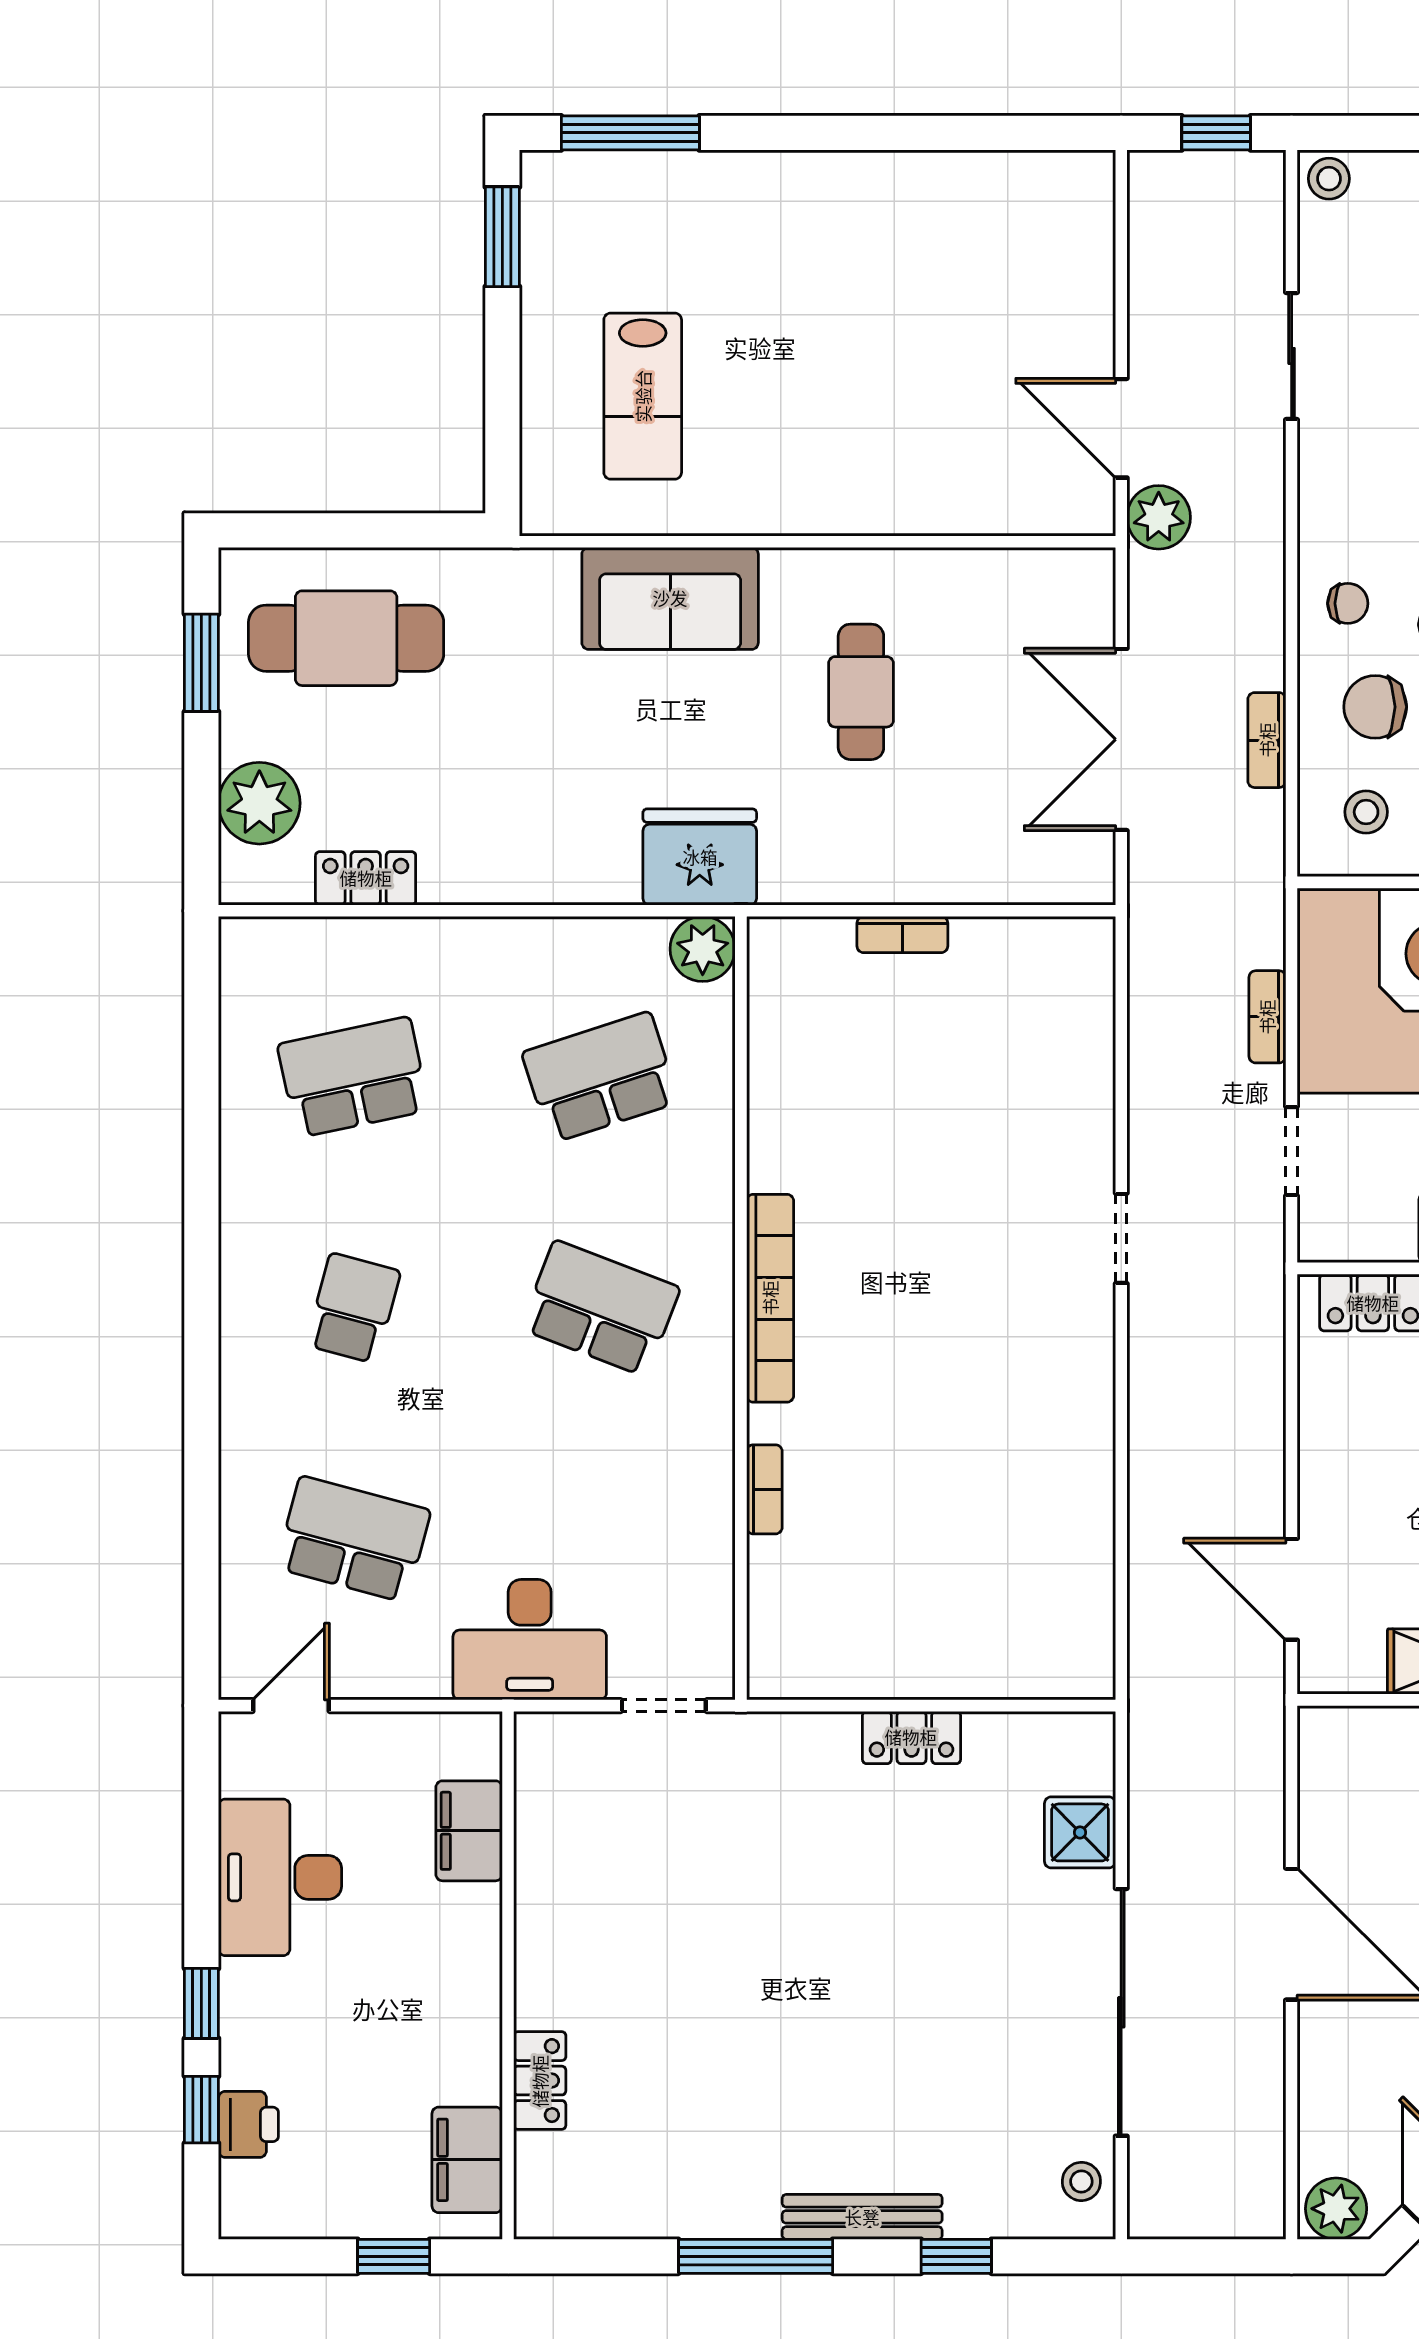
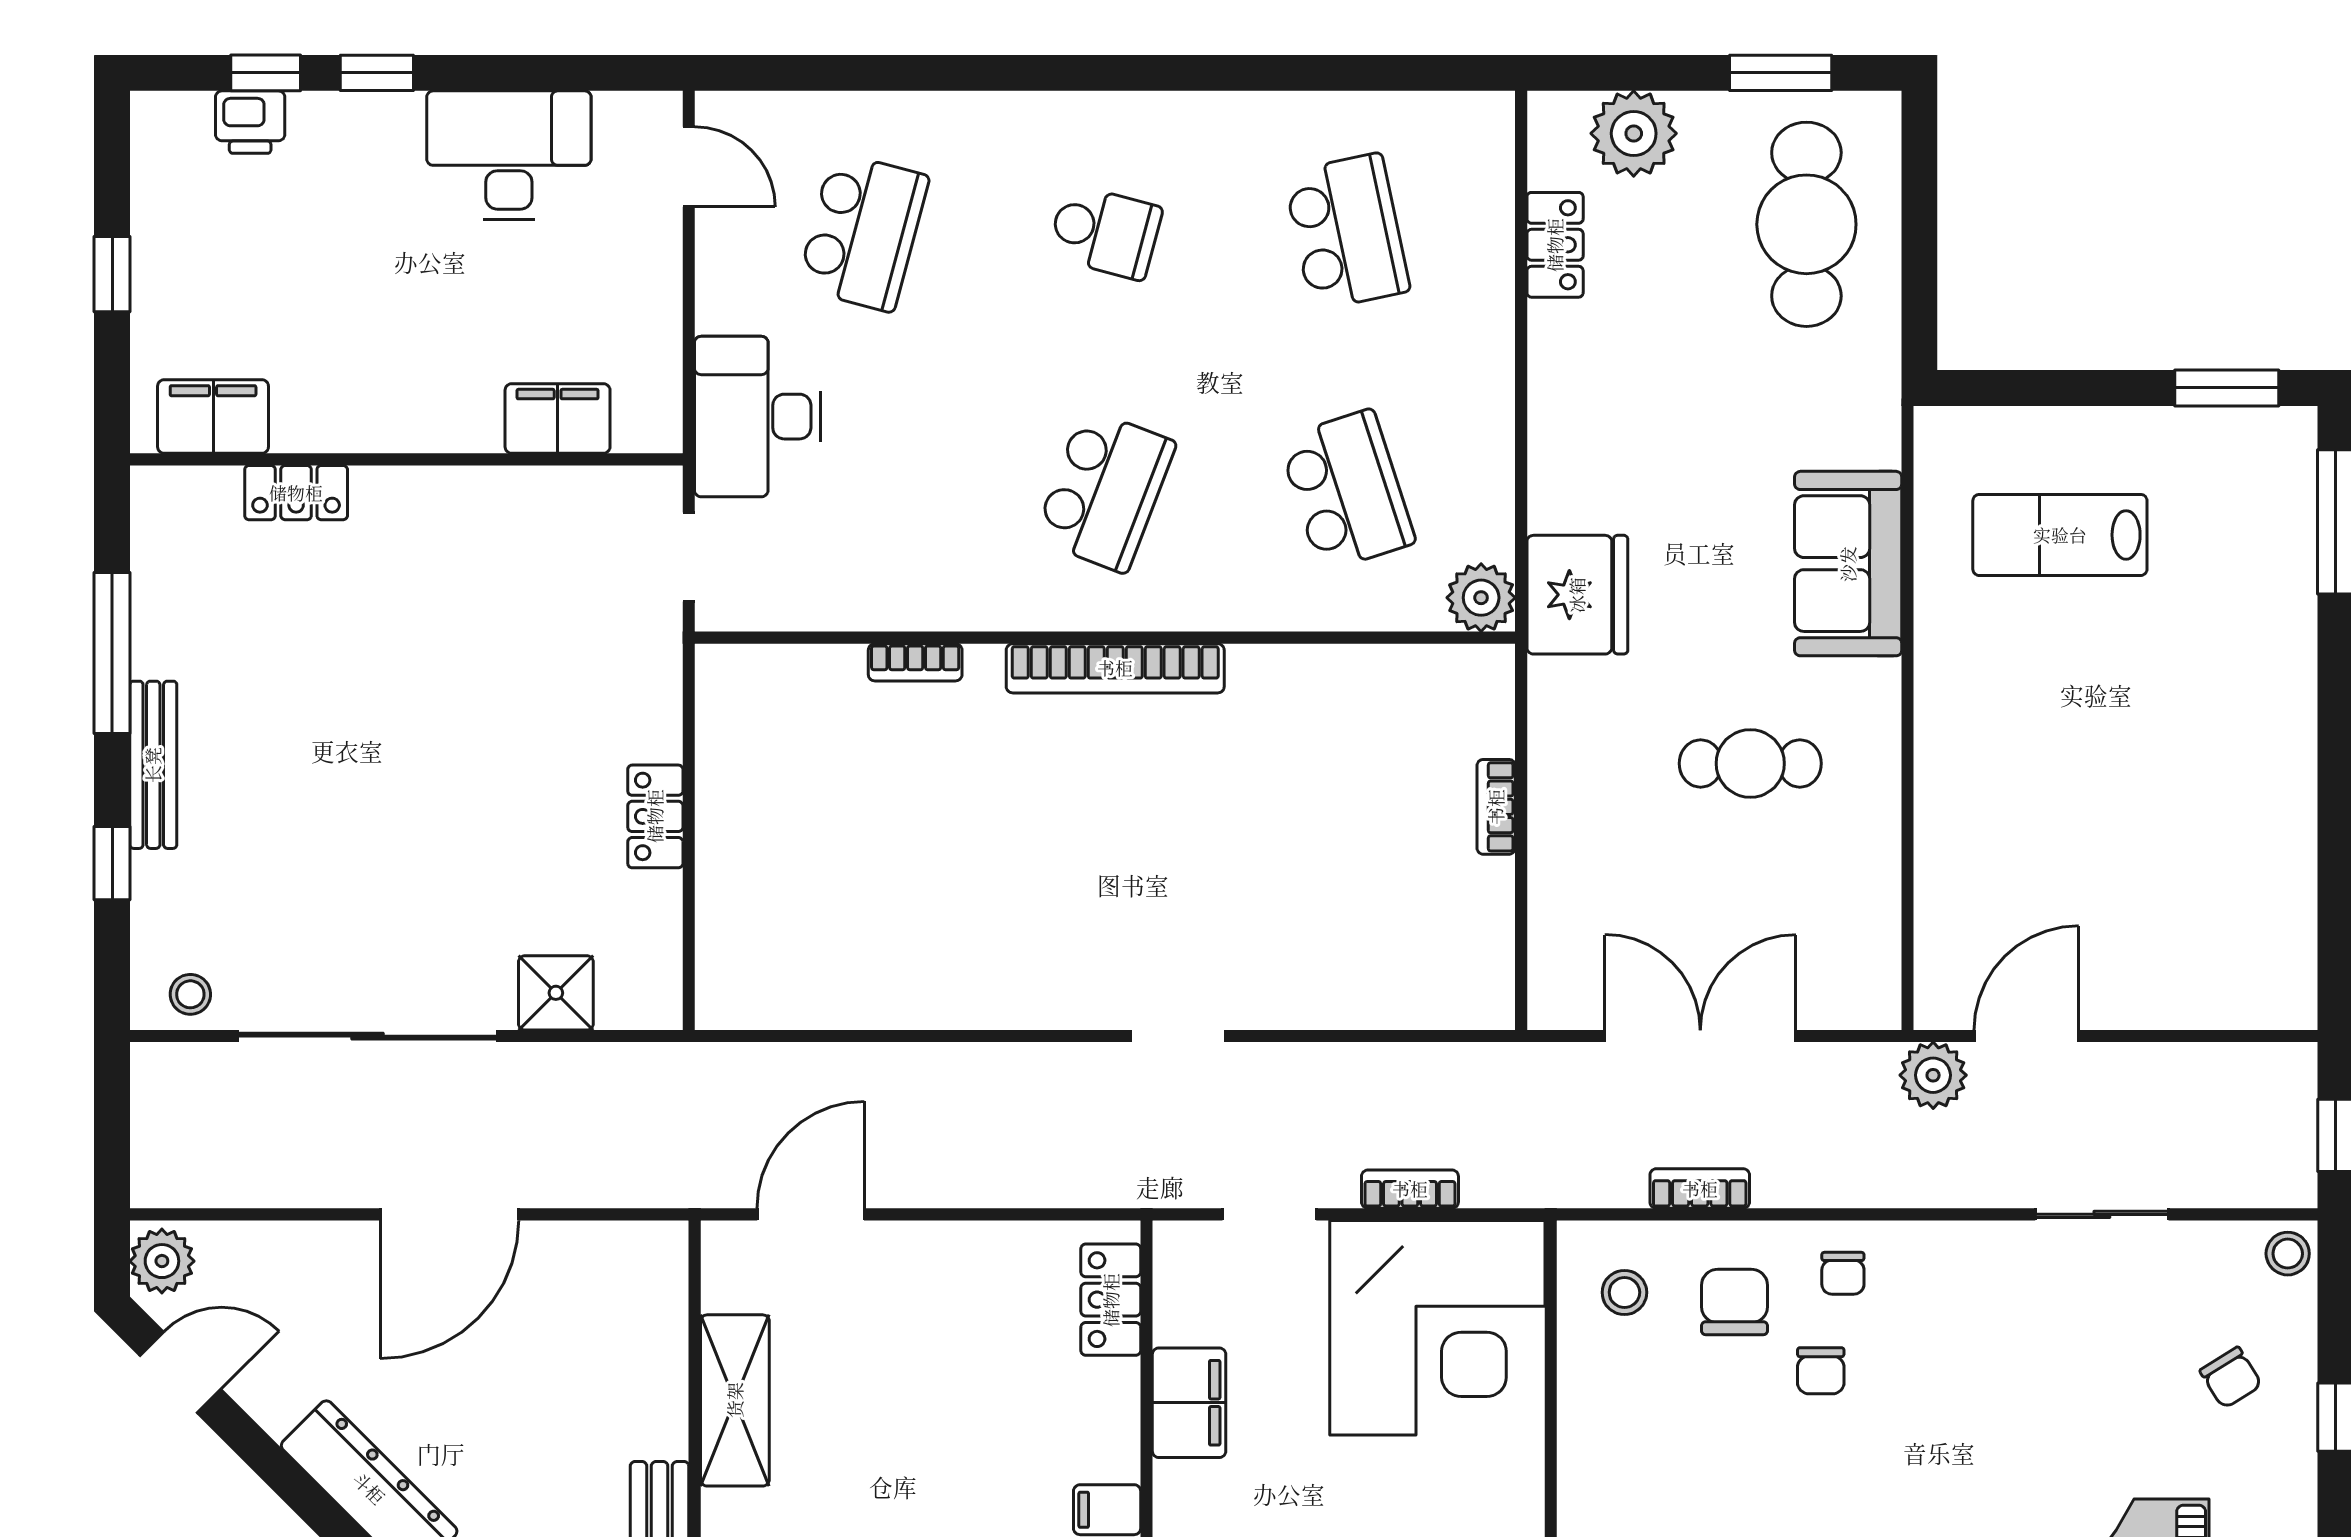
filing cabinet: (469, 1831) -> (558, 419), moved
wall: (508, 1975) -> (406, 459), moved
locker: (540, 2081) -> (296, 493), moved
filing cabinet: (467, 2160) -> (213, 417), moved

